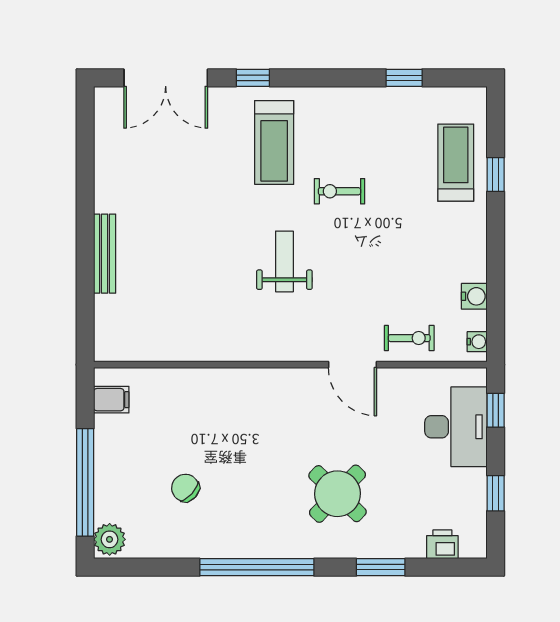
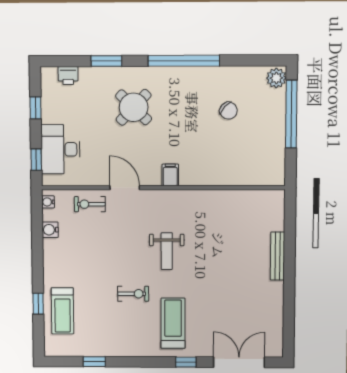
filing cabinet: (111, 400) -> (170, 175), moved, turned 90

